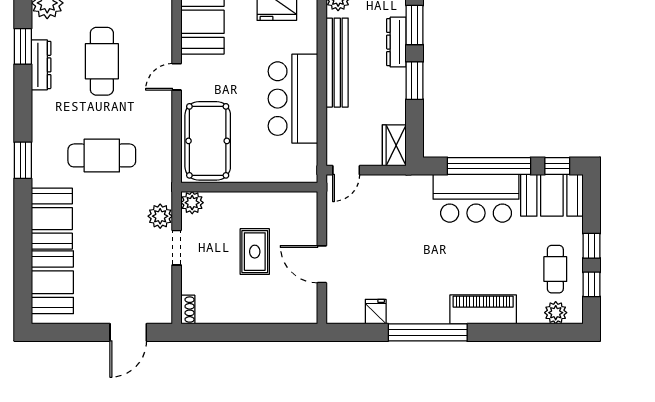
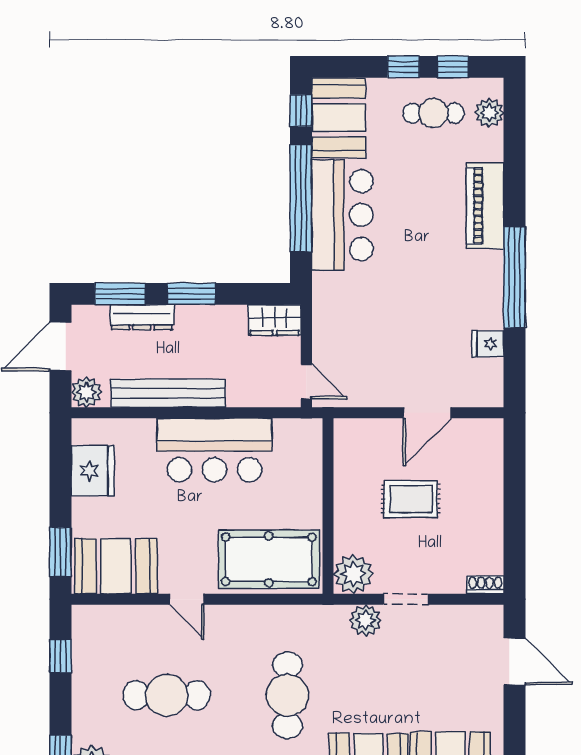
plant: (192, 203) -> (353, 574), width x1.36, depth x1.36

